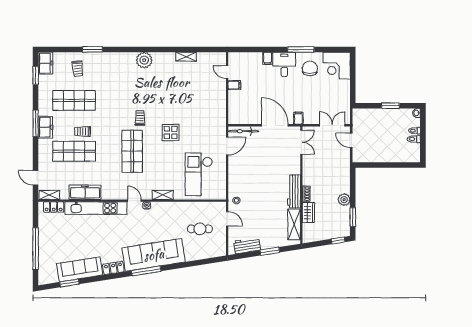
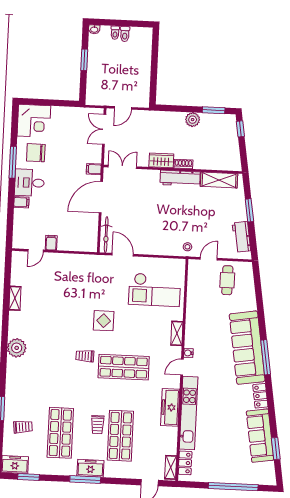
freezer: (85, 192) -> (170, 407), moved
wardrobe: (308, 213) -> (161, 160), moved
cafe table: (200, 229) -> (227, 280), moved

